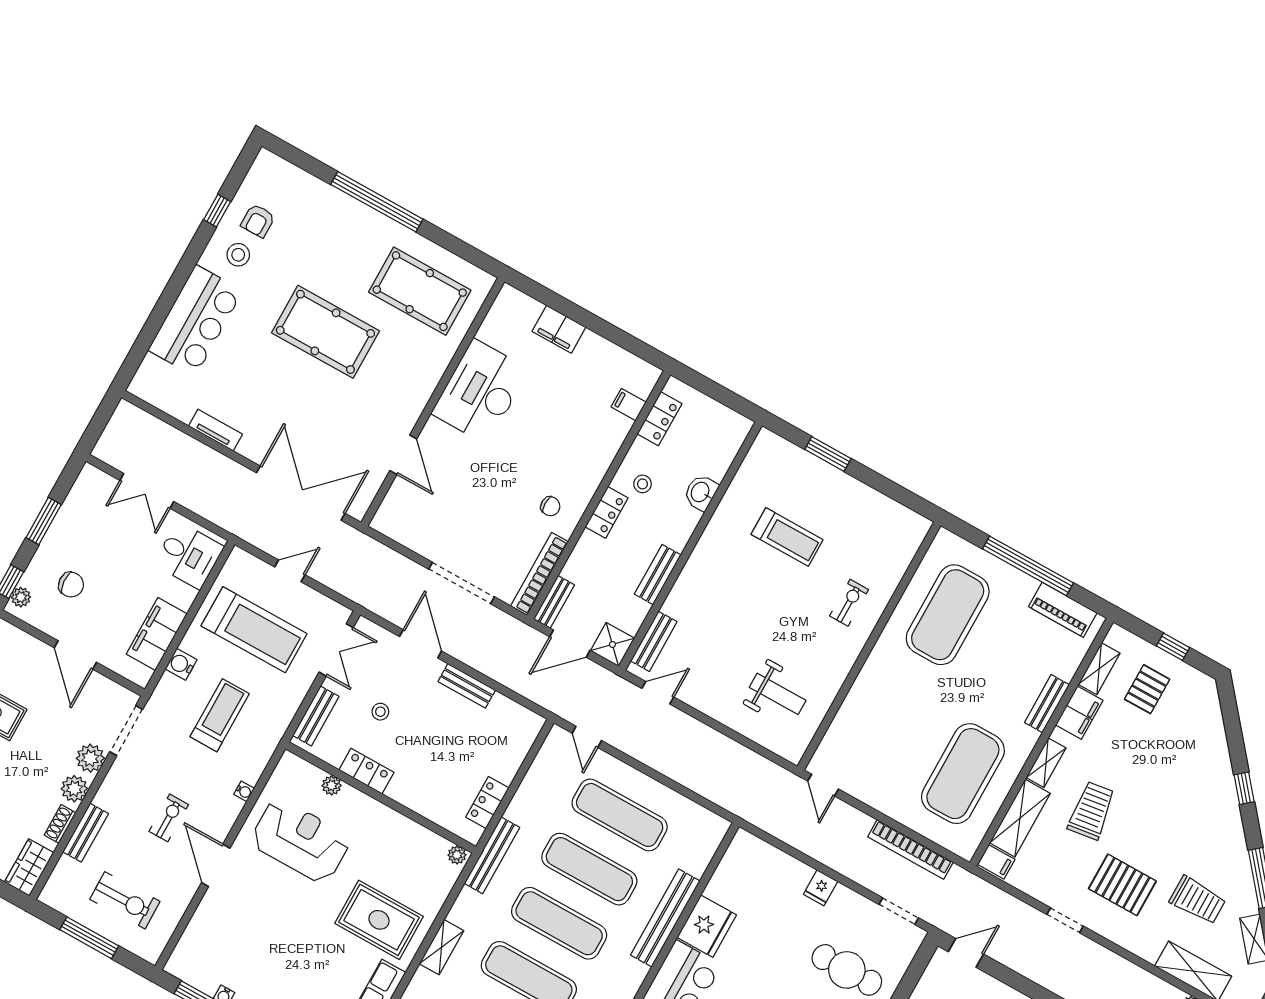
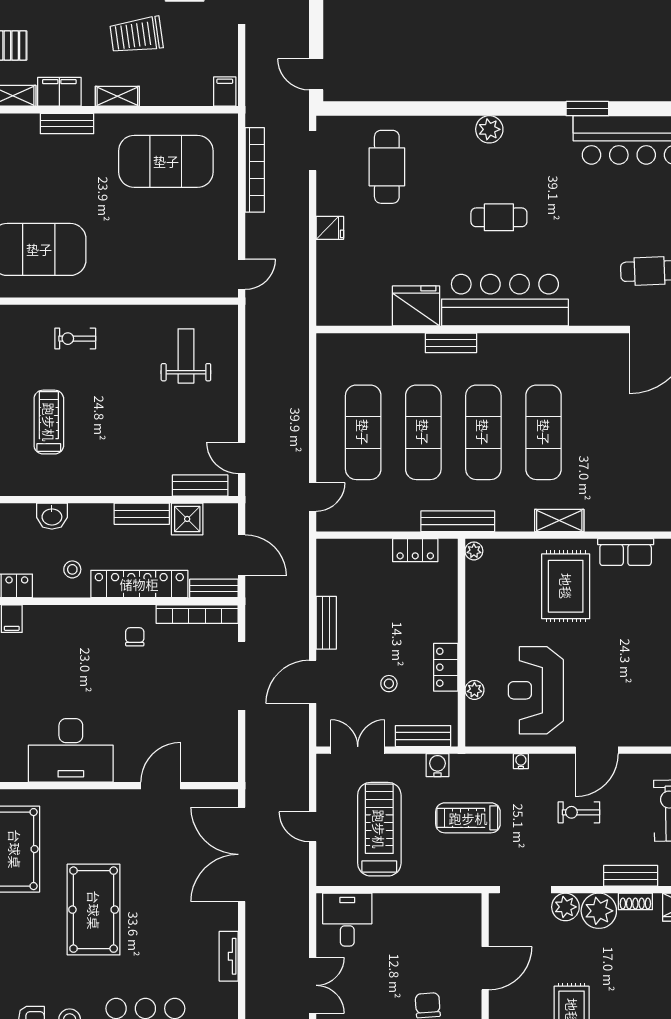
locker: (607, 512) -> (139, 584), width x2.16, depth x1.21
filing cabinet: (157, 634) -> (429, 909), removed
shower: (612, 644) -> (187, 519), moved
water cooler: (181, 664) -> (437, 765), moved, turned 180
plant: (74, 789) -> (599, 911), width x1.36, depth x1.36
shelving: (1020, 818) -> (177, 92), removed
bench: (665, 918) -> (451, 343), width x0.54, depth x0.82

